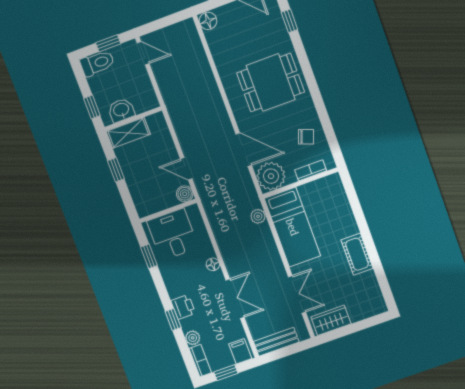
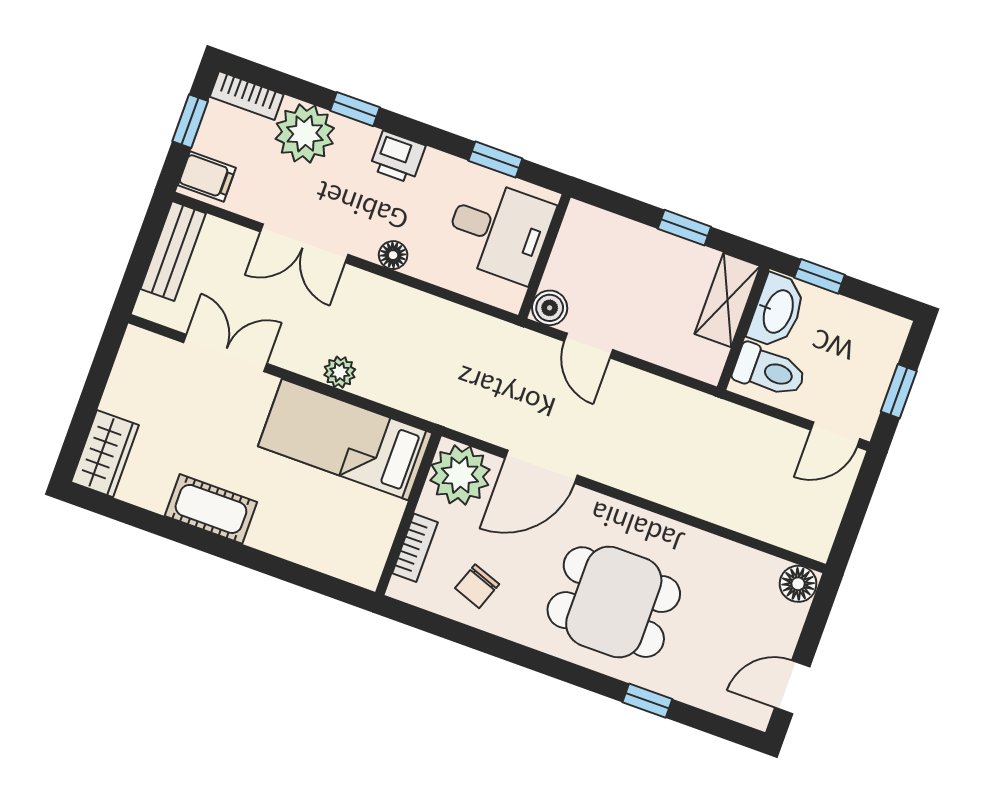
window: (289, 21) -> (647, 701), moved
toilet: (97, 63) -> (769, 371), moved, turned -90
dining table: (271, 83) -> (614, 602), turned 90
washbasin: (121, 110) -> (777, 311), width x1.38
door: (186, 169) -> (588, 346), swing flipped
plant: (258, 216) -> (340, 372), moved
double door: (297, 294) -> (225, 353), swing flipped
printer: (183, 307) -> (398, 157), moved
wardrobe: (331, 320) -> (105, 454), moved
plant: (193, 338) -> (305, 134), width x1.88, depth x1.88

